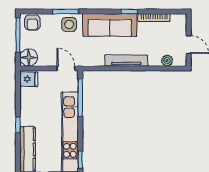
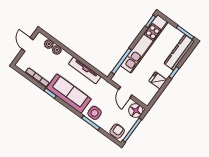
tv unit: (126, 61) -> (85, 70), moved
plant: (154, 61) -> (57, 50), added
door: (66, 68) -> (125, 92), moved
fridge: (29, 79) -> (158, 80), moved

